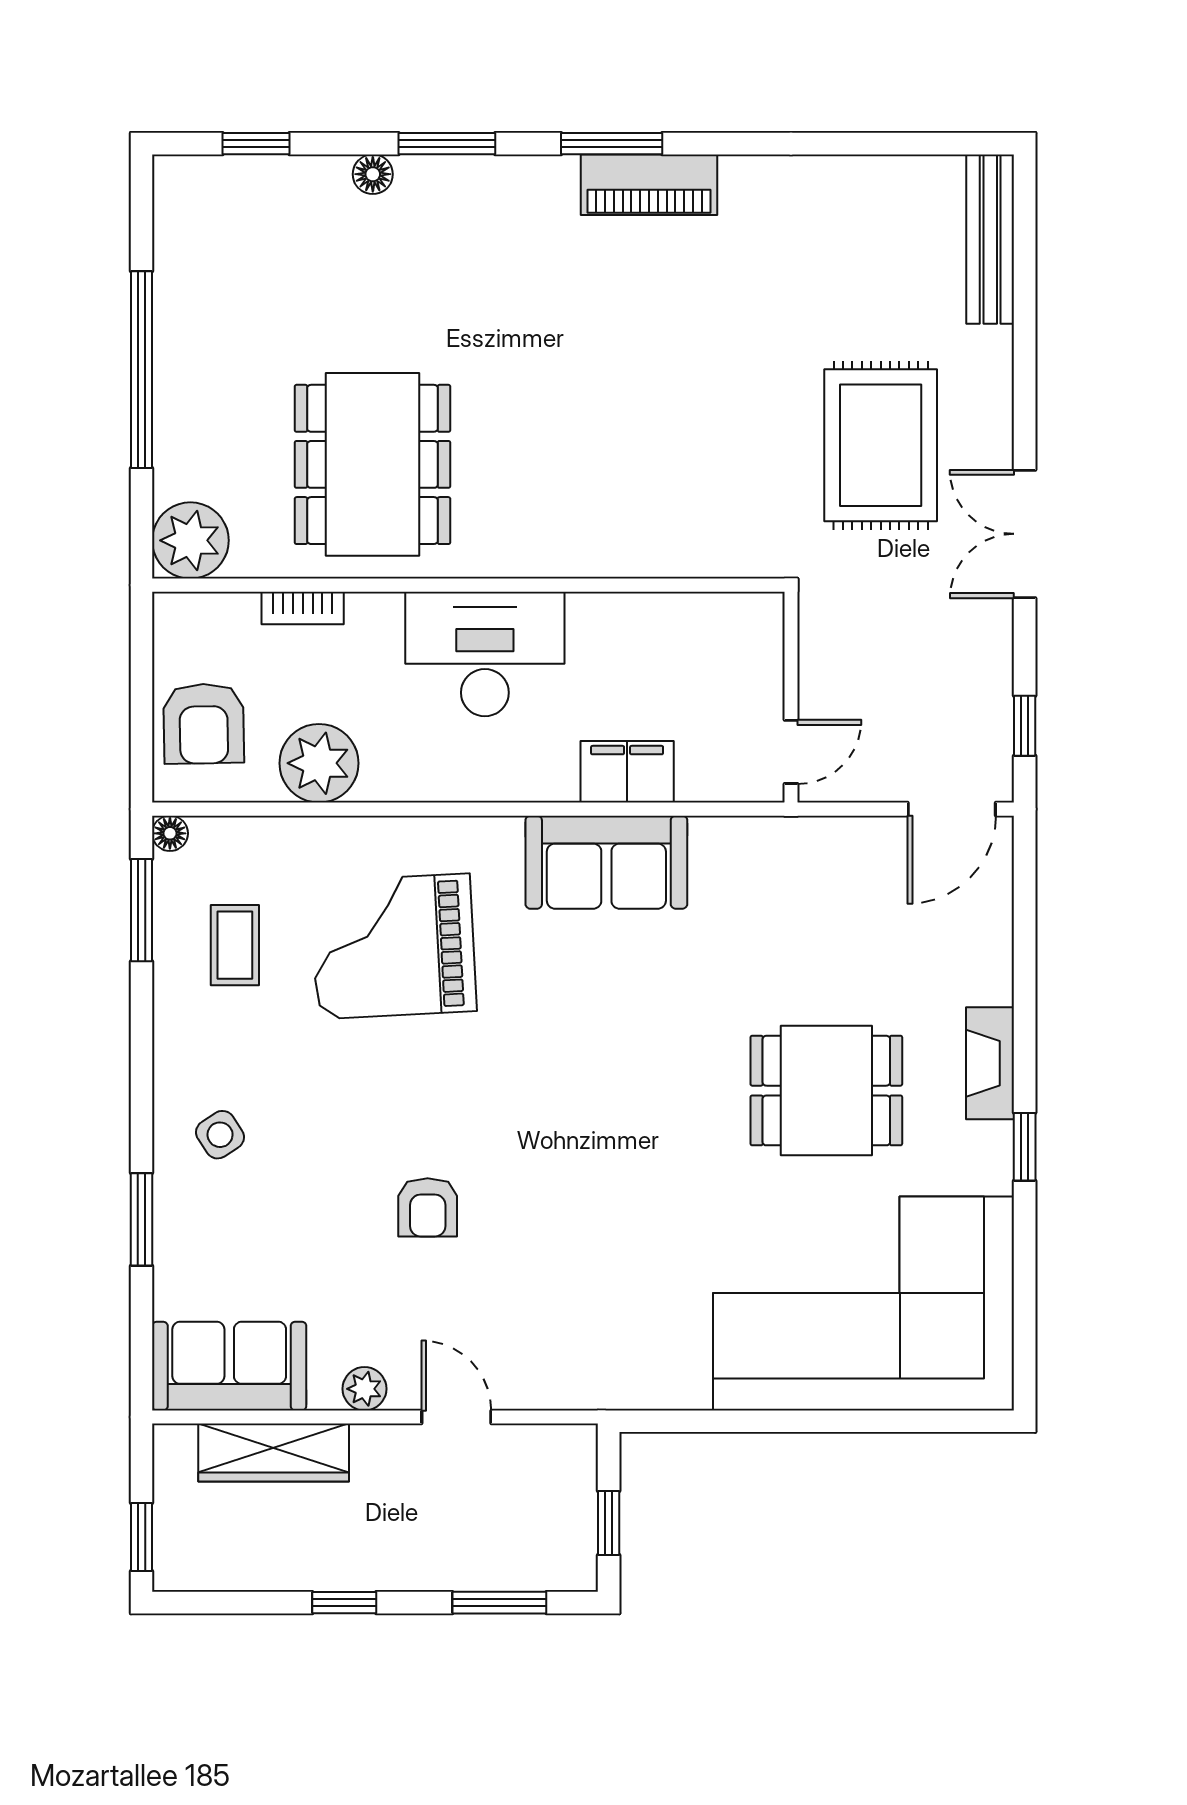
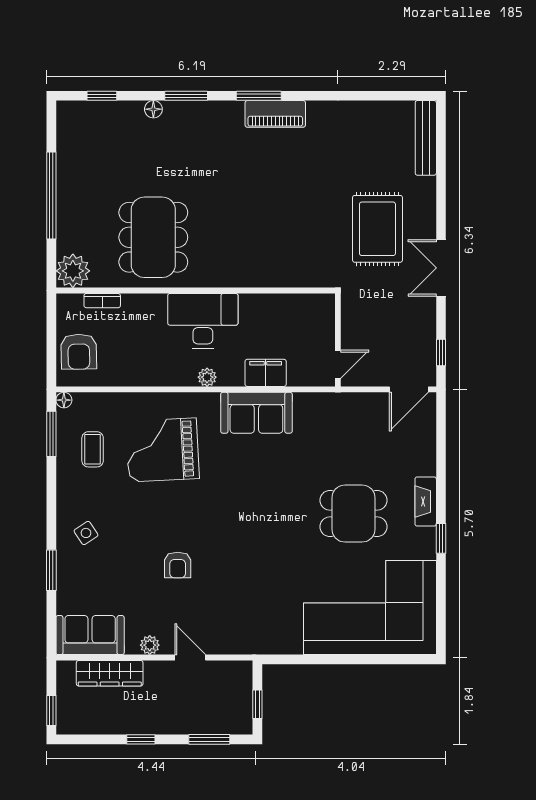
bookcase: (303, 608) -> (102, 301), moved
plant: (319, 763) -> (207, 377), moved, width x0.53, depth x0.53

